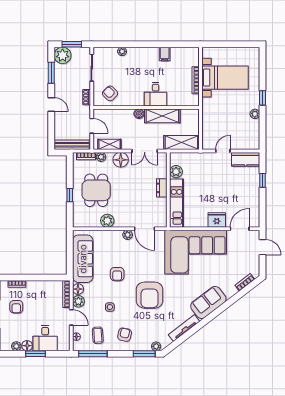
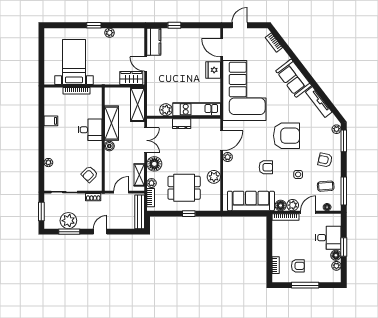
plant: (63, 55) -> (68, 221), moved
wardrobe: (209, 136) -> (131, 78), added

